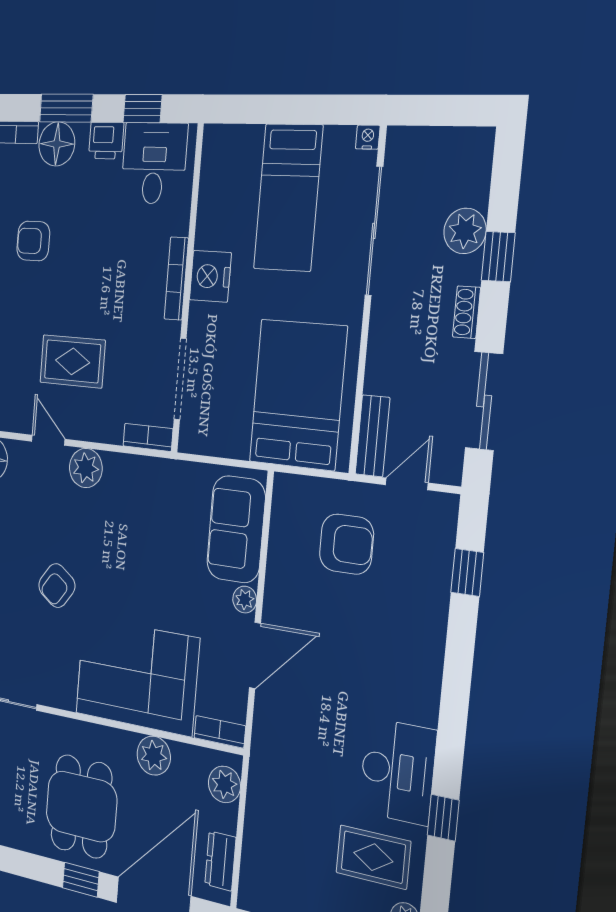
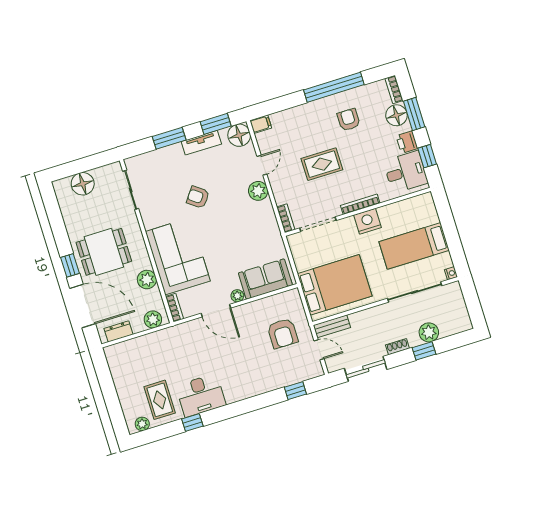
rug: (72, 361) -> (322, 164), moved, turned 90

